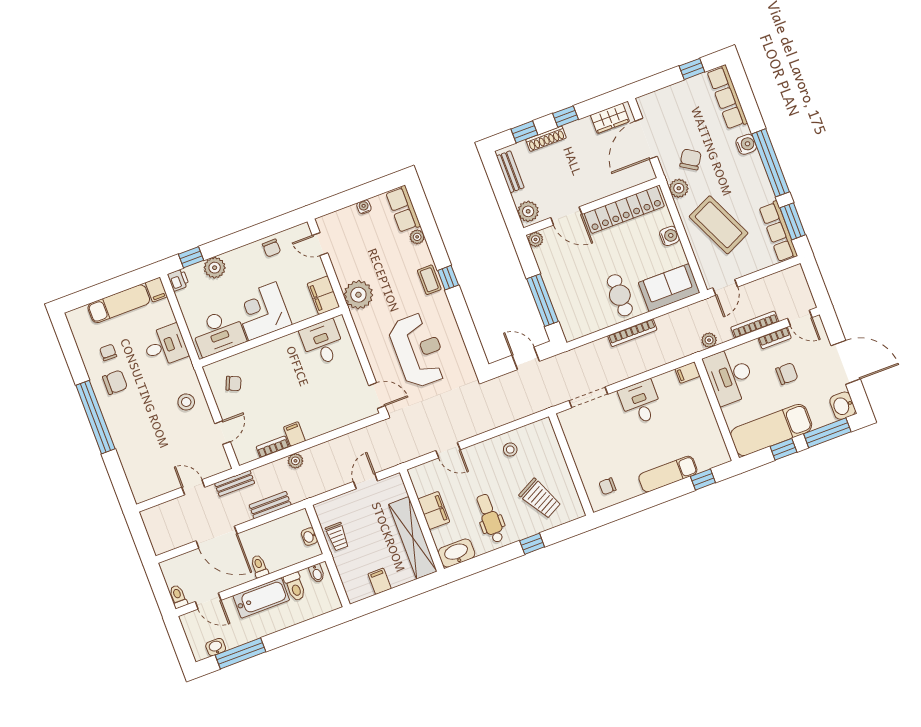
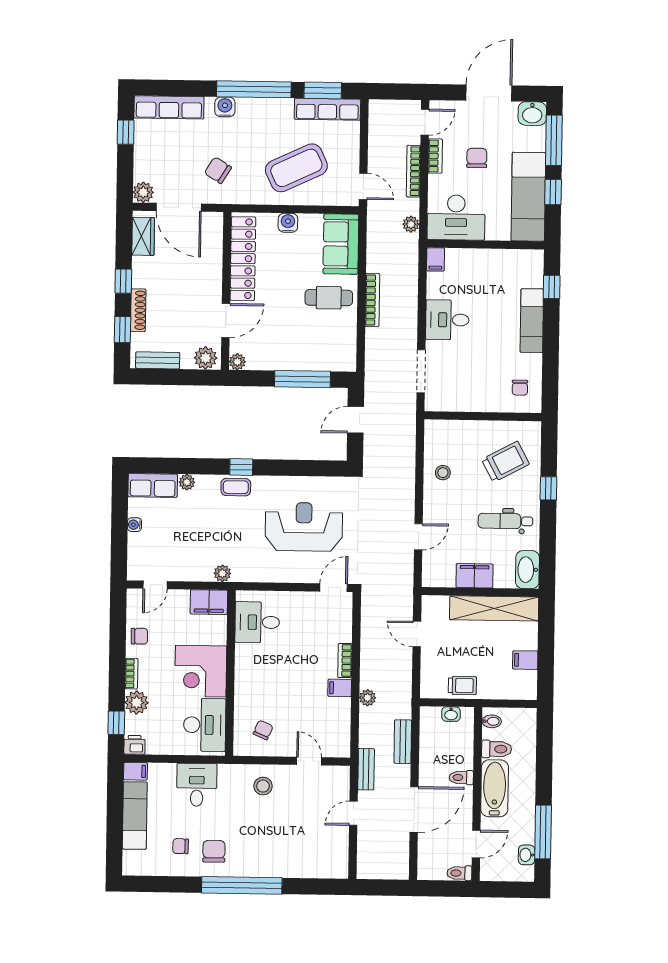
plant: (679, 188) -> (143, 192), moved
bookcase: (237, 254) -> (131, 674), added
plant: (358, 295) -> (222, 573), width x0.53, depth x0.53
bookcase: (273, 447) -> (345, 660), moved

